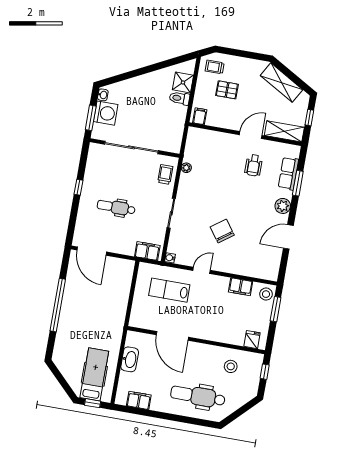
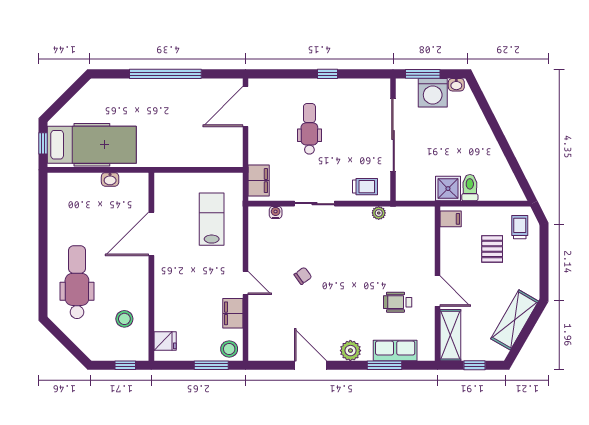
shower: (183, 82) -> (448, 189), moved
chair: (222, 231) -> (303, 276), width x0.54, depth x0.54
water cooler: (170, 258) -> (276, 212), moved
door: (202, 270) -> (246, 283), moved
washbasin: (130, 359) -> (110, 179), width x0.52, depth x0.69
hospital bed: (94, 374) -> (92, 145), width x1.37, depth x1.29
filing cabinet: (139, 400) -> (58, 204), removed

